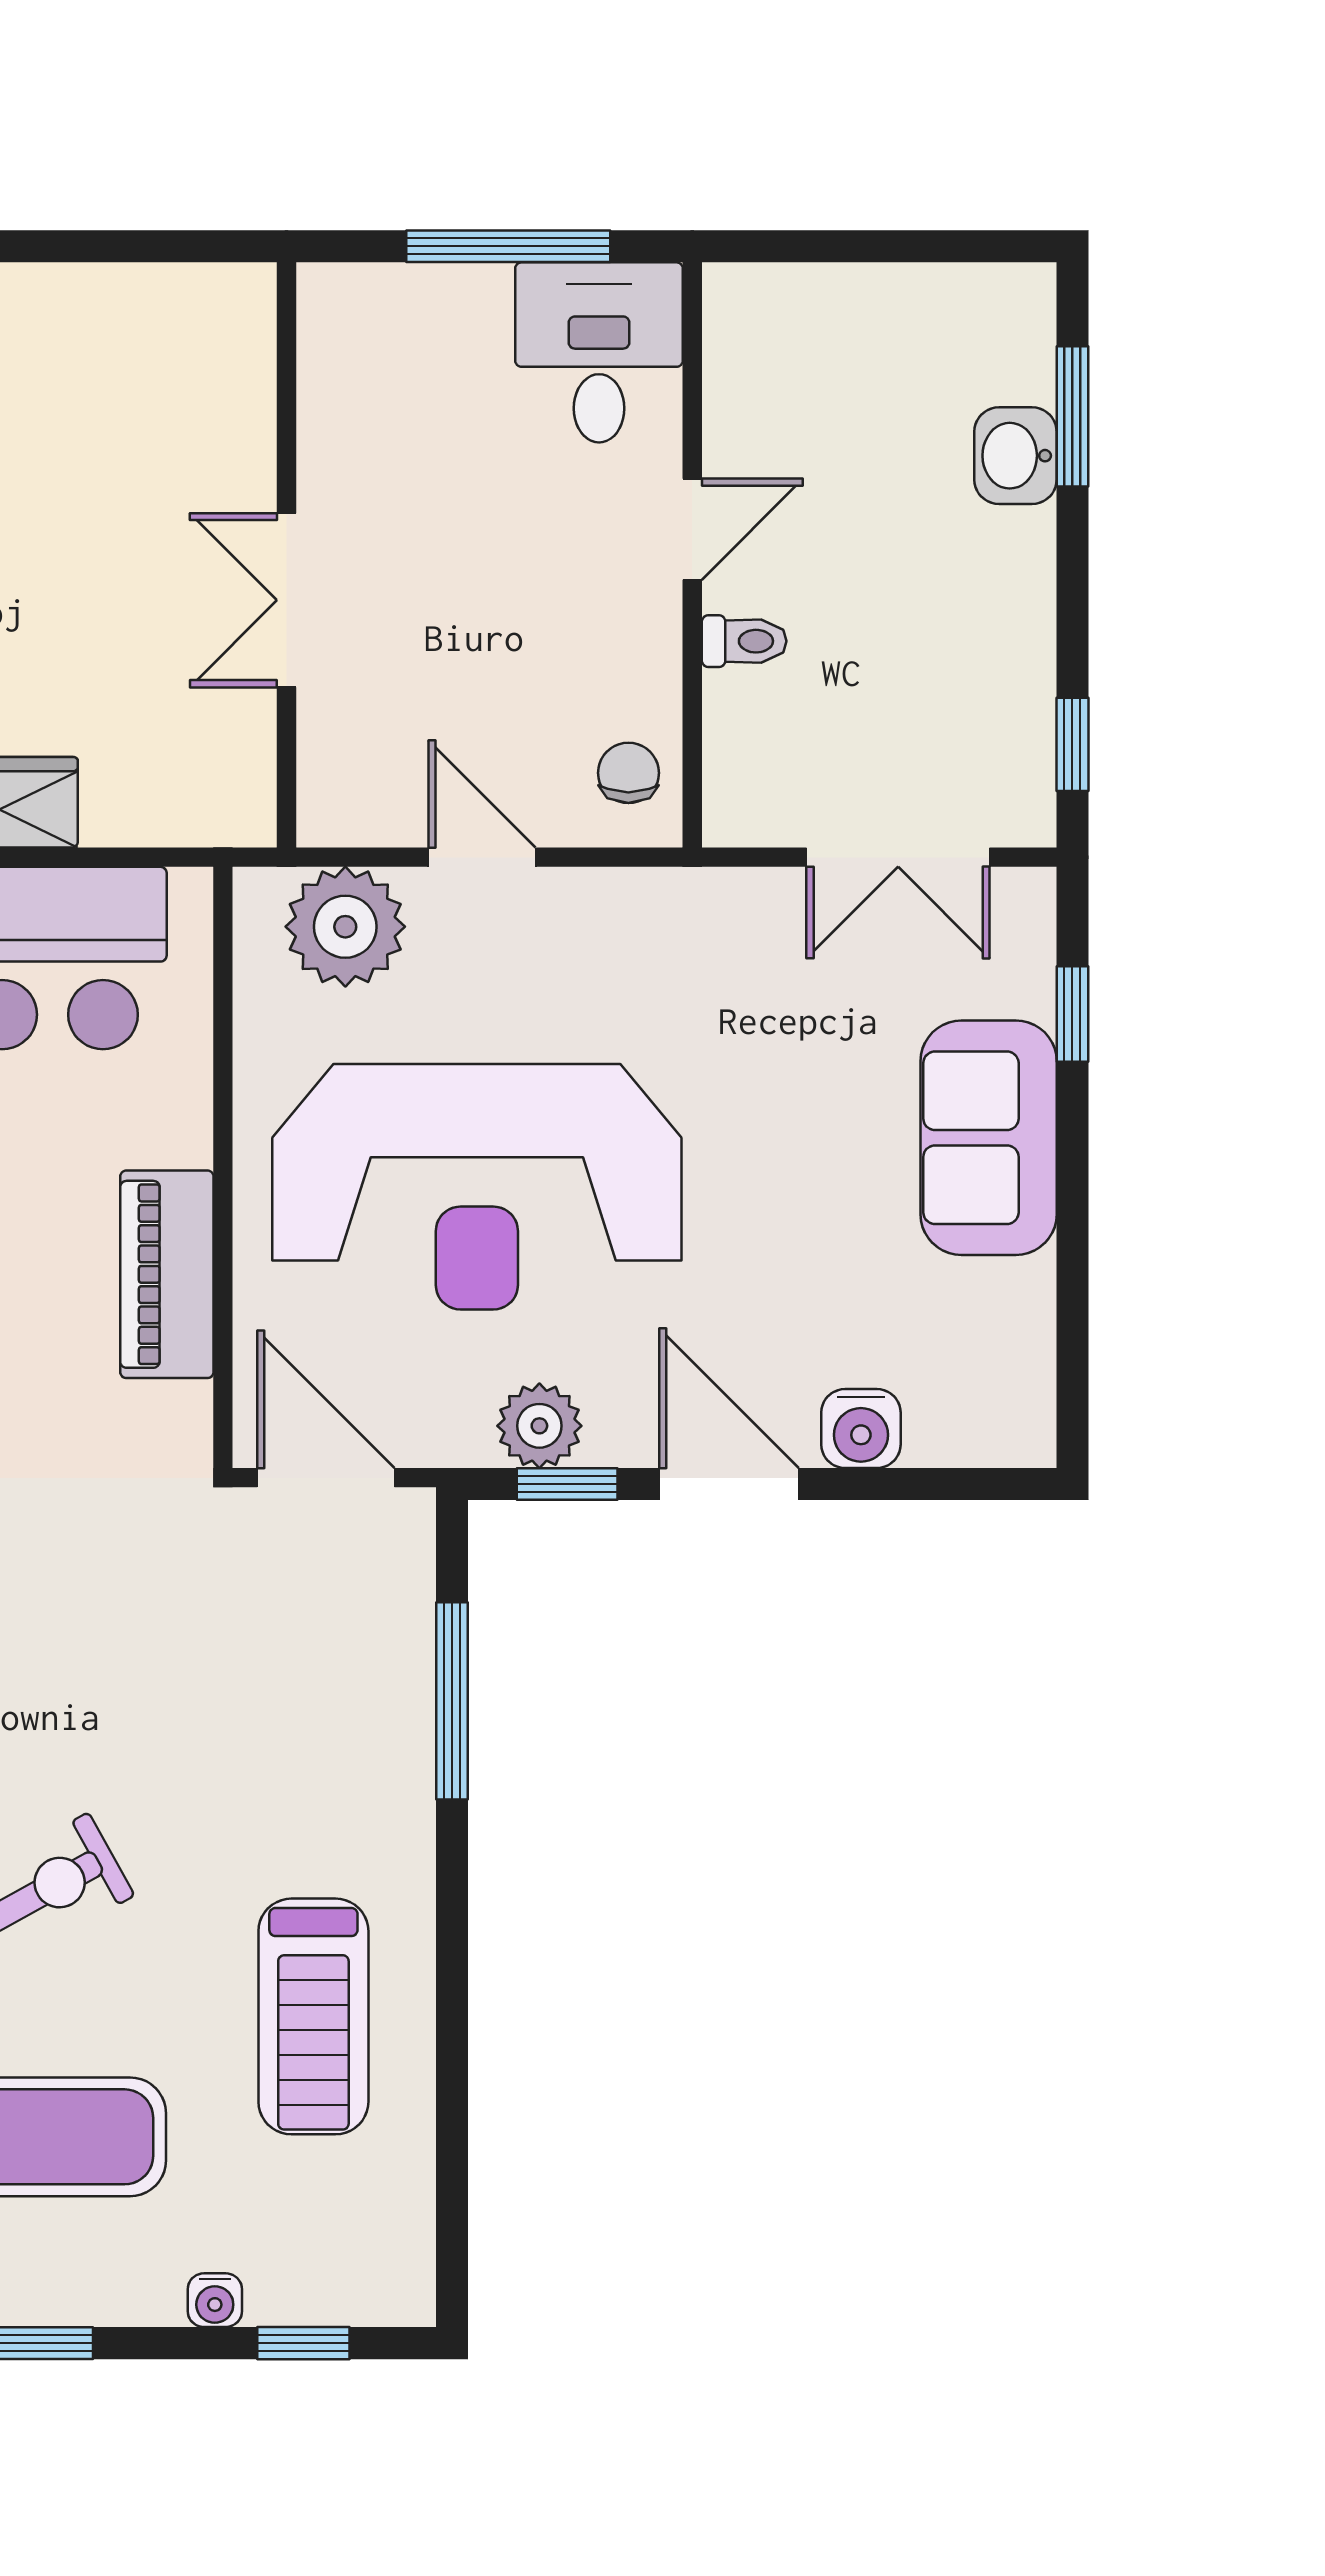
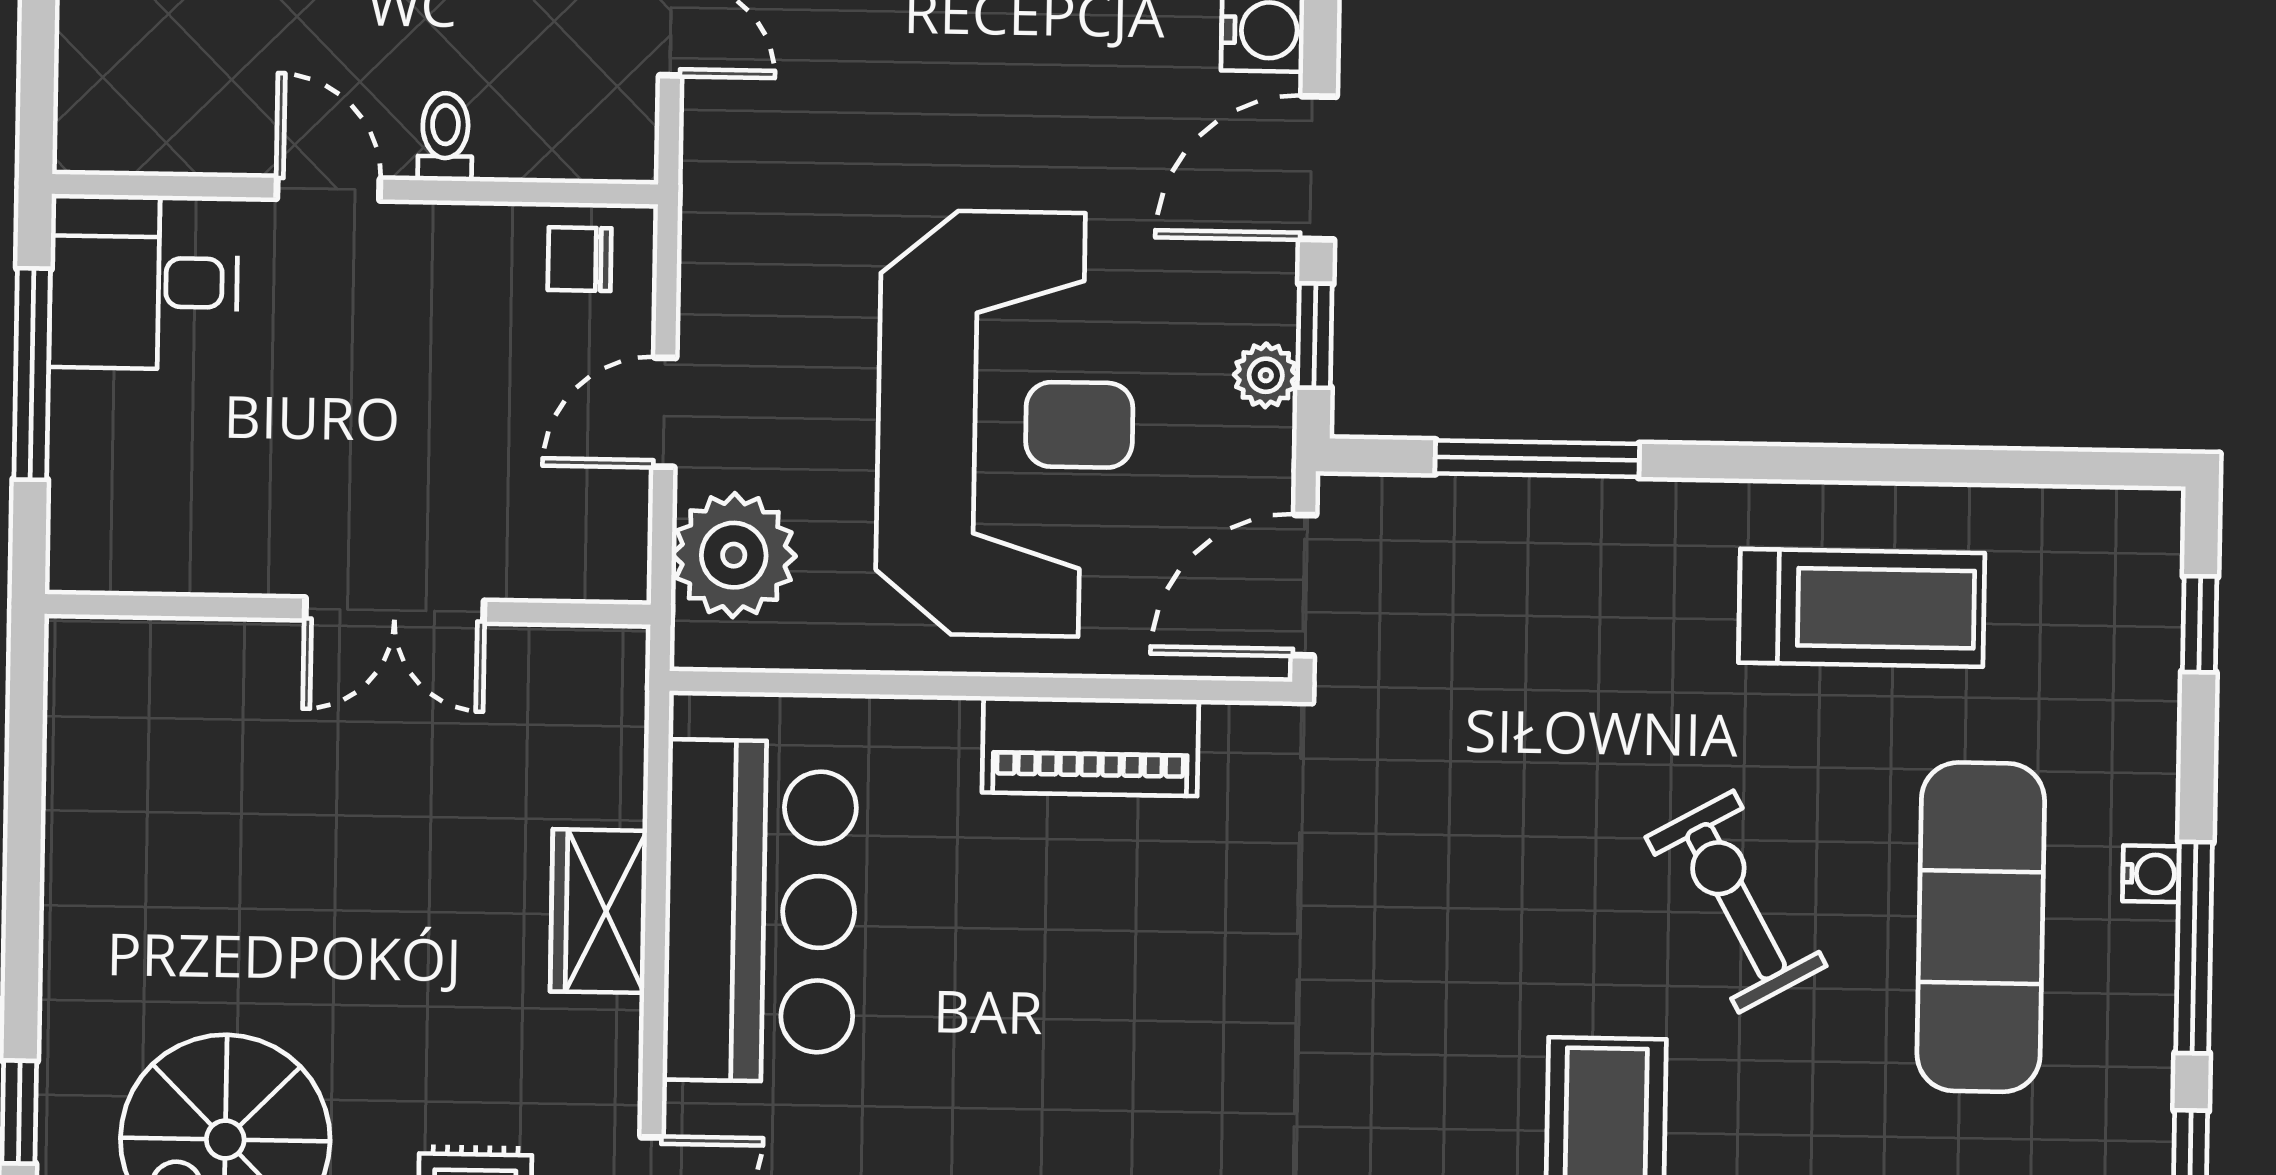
plant: (539, 1426) -> (1266, 375), width x0.73, depth x0.73
water cooler: (215, 2300) -> (2151, 874), moved

